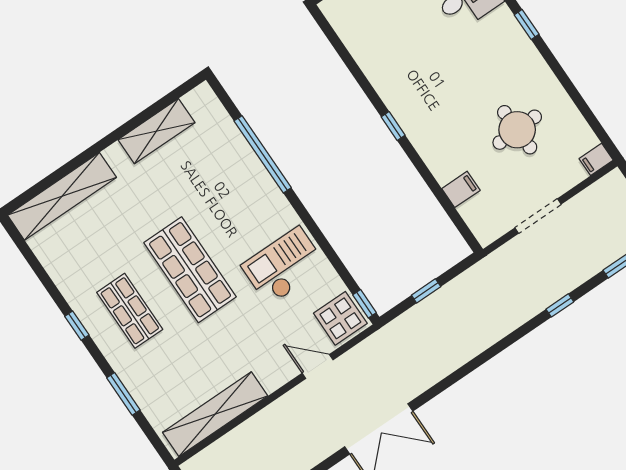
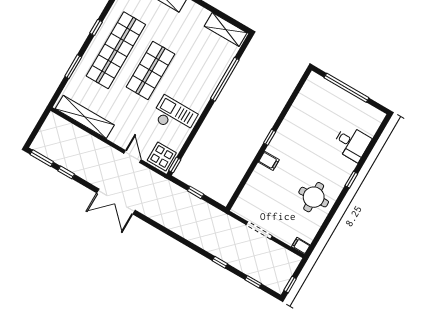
round table: (517, 130) -> (314, 197), moved
shelving: (156, 131) -> (226, 30), moved
filing cabinet: (461, 189) -> (269, 161), moved
shop shelf: (130, 311) -> (116, 50), width x2.00, depth x1.36

